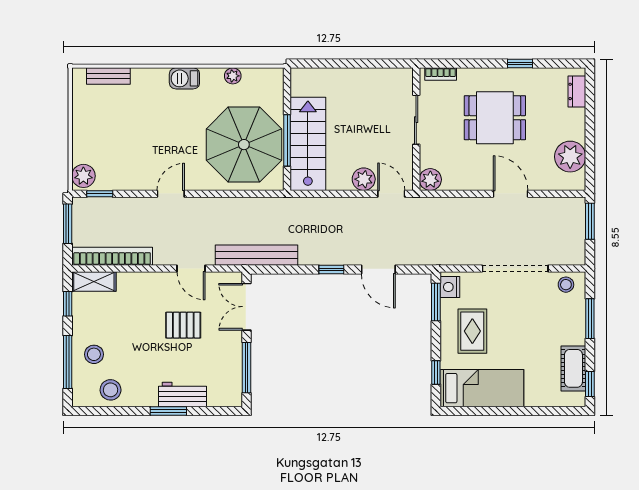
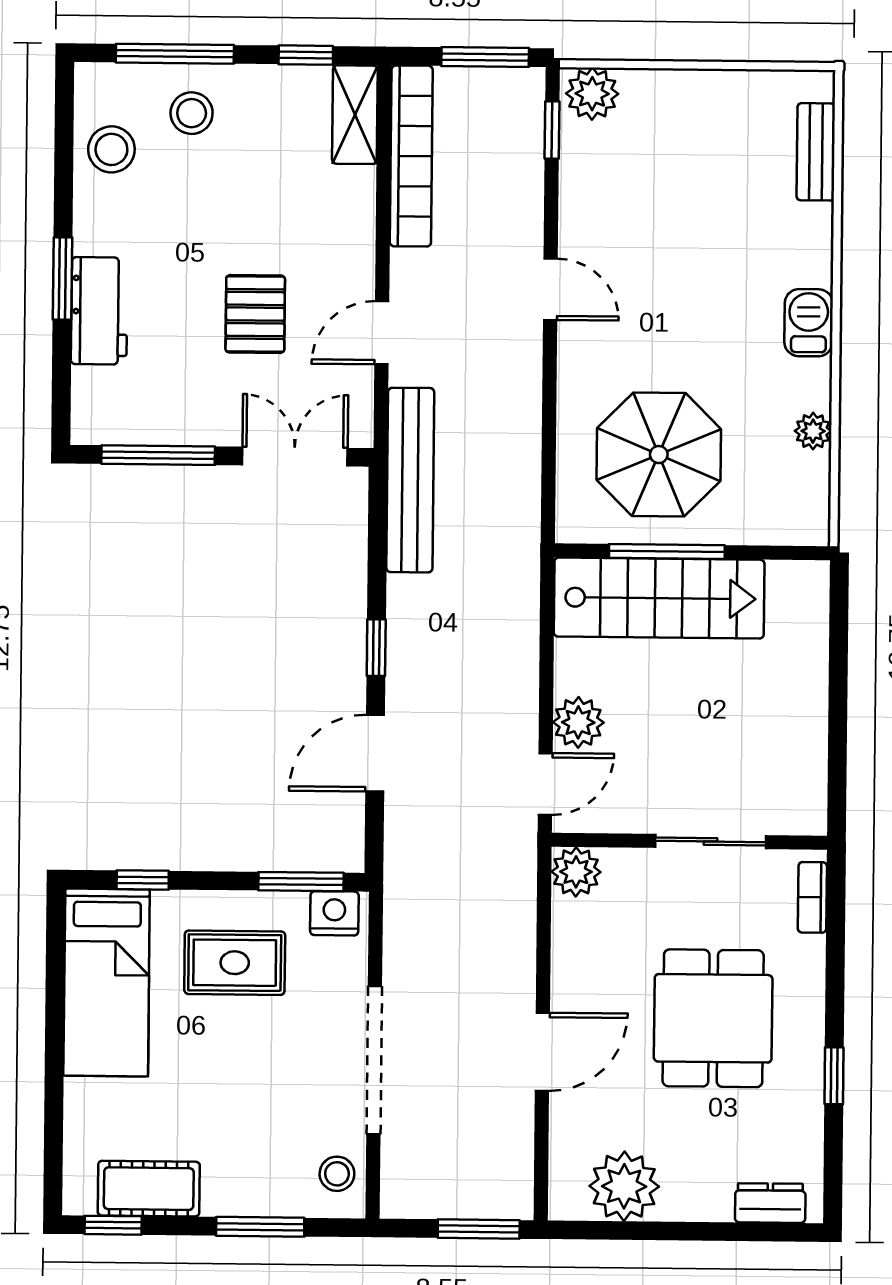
parasol: (244, 145) -> (659, 455), width x0.73, depth x0.73

